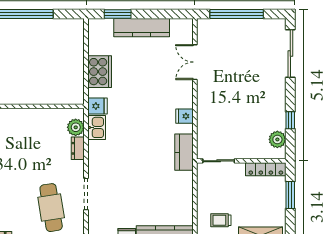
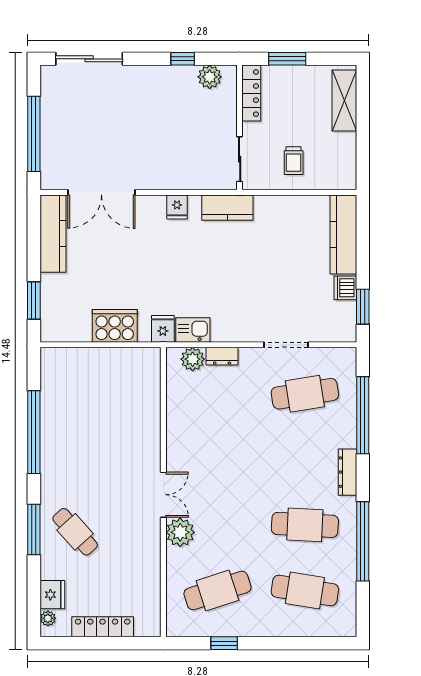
kitchen counter: (142, 28) -> (53, 234), moved
double door: (195, 62) -> (101, 192), width x1.37
trolley: (221, 220) -> (294, 161), moved

